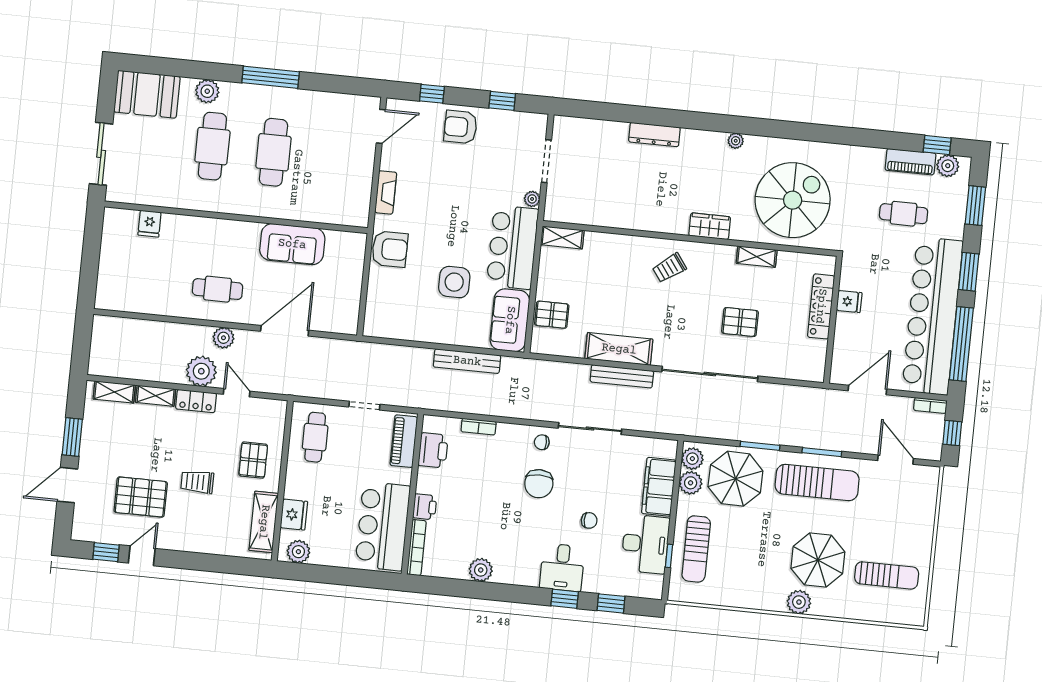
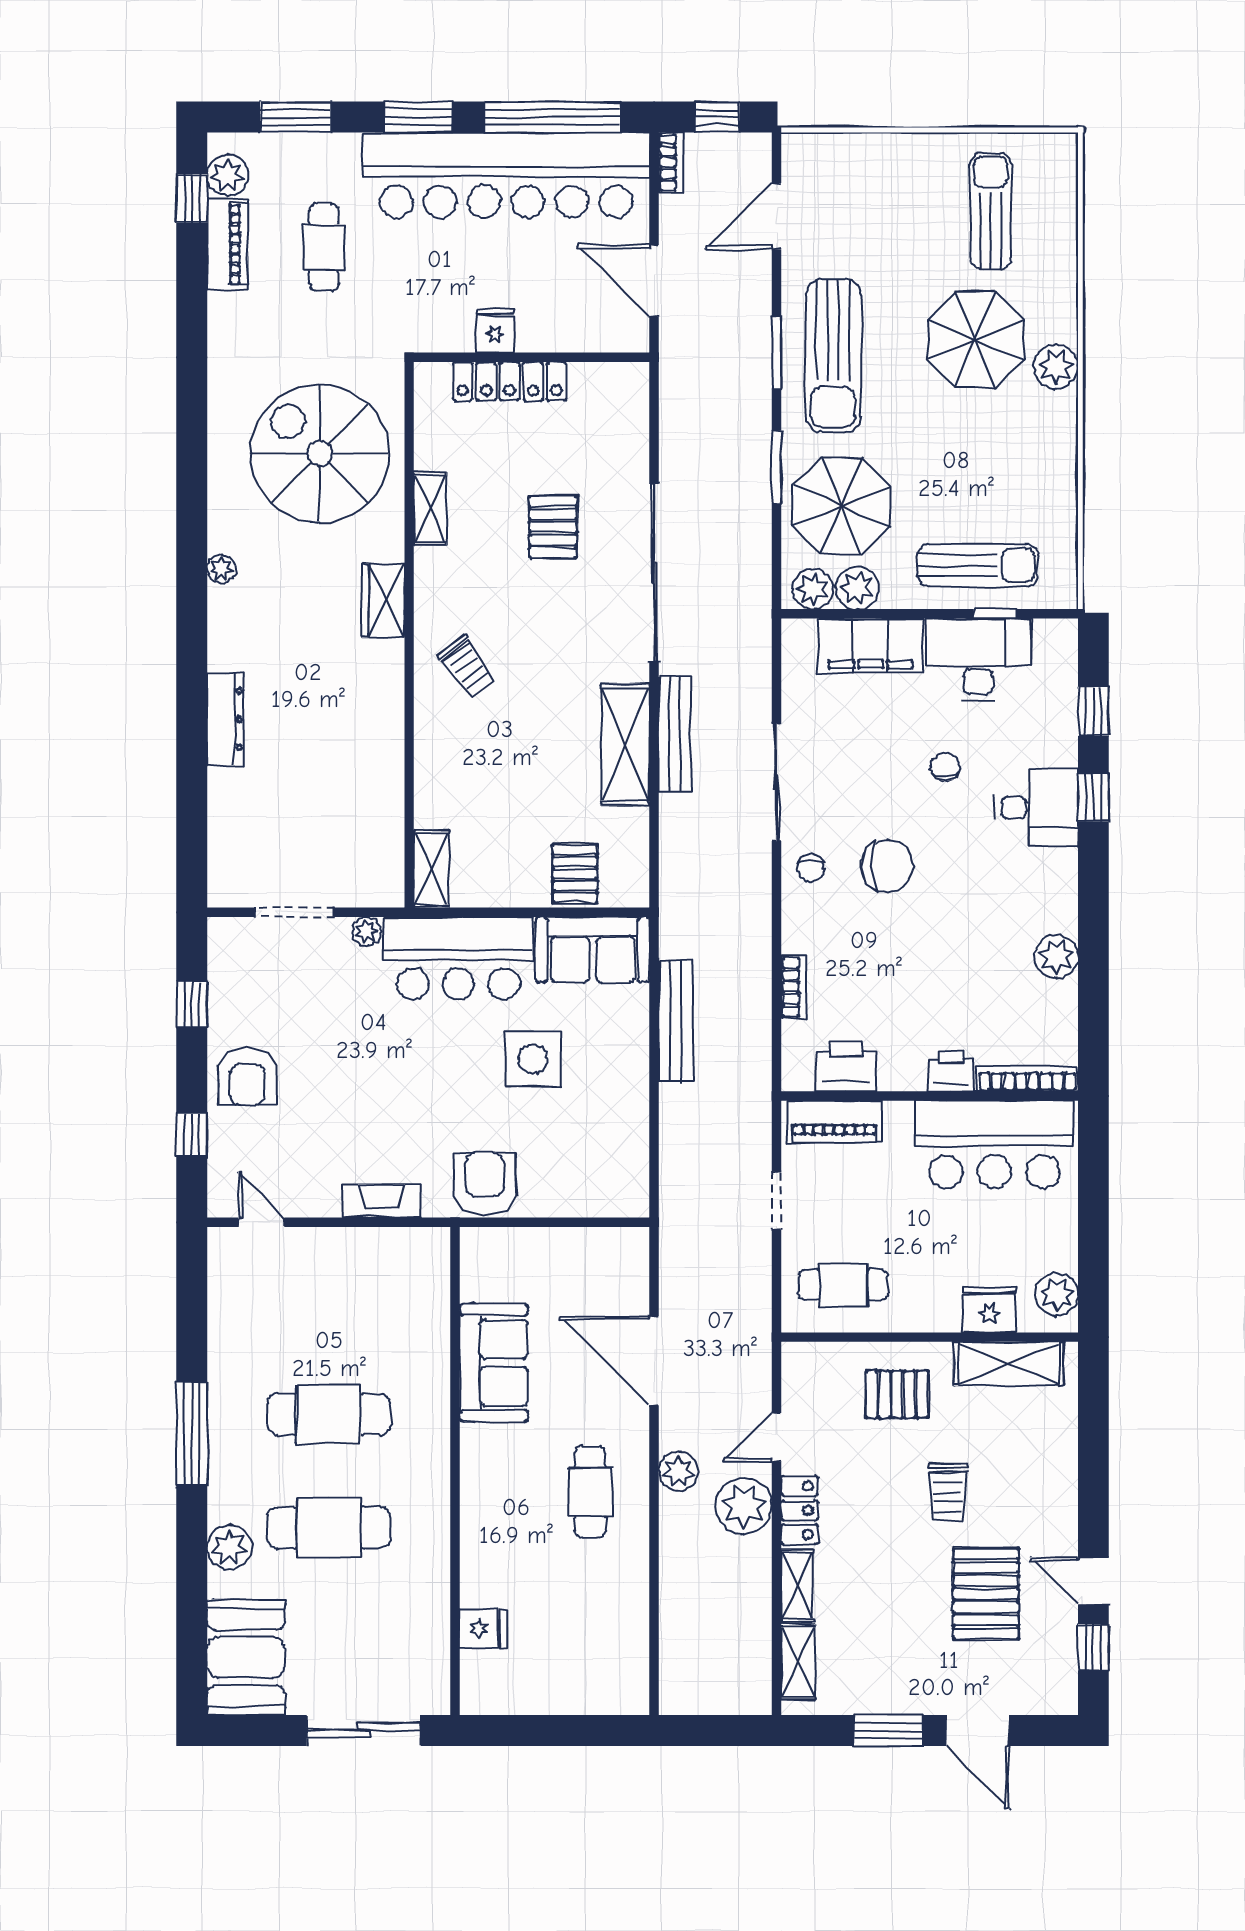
door: (381, 126) -> (261, 1222), width x0.73
sun lounger: (817, 483) -> (833, 356), turned 180

